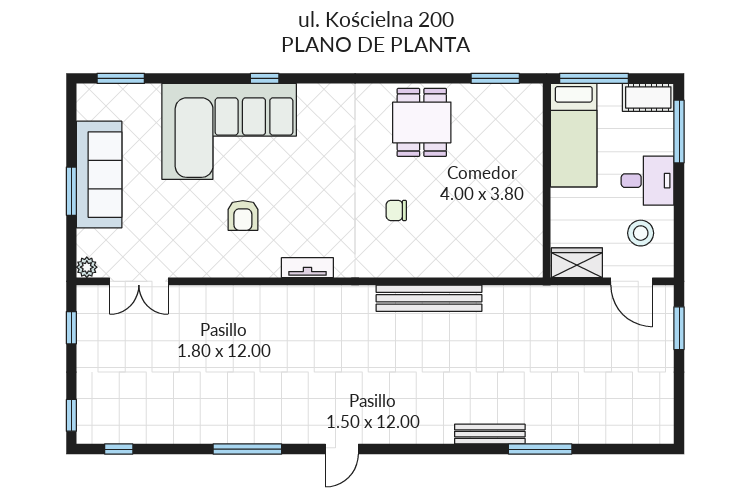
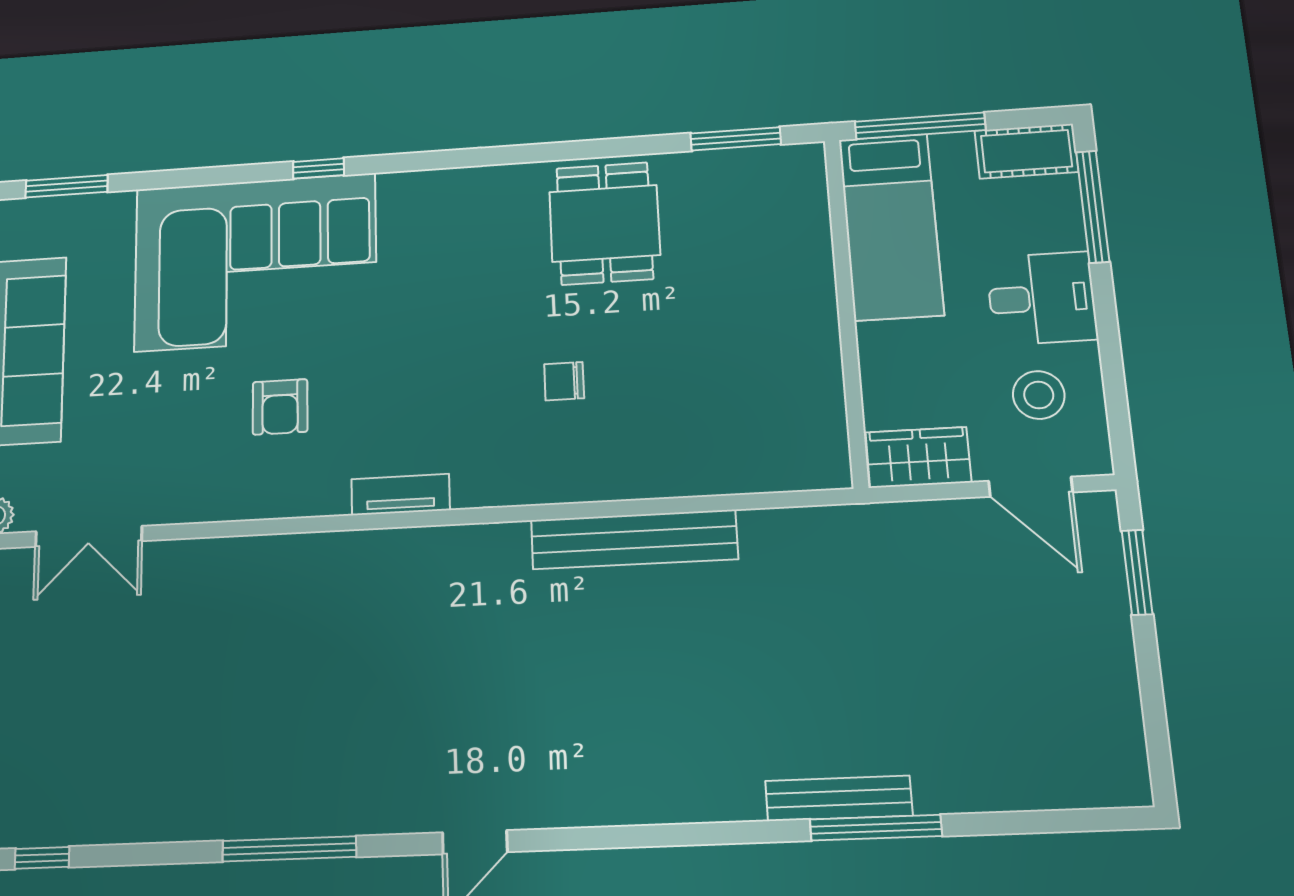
bench: (490, 434) -> (839, 798), moved

